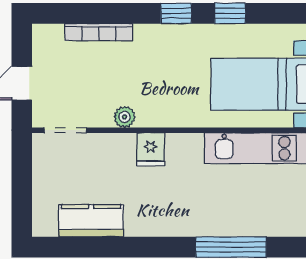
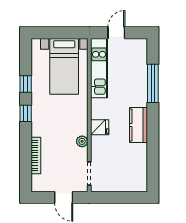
kitchen counter: (91, 221) -> (139, 125), moved

